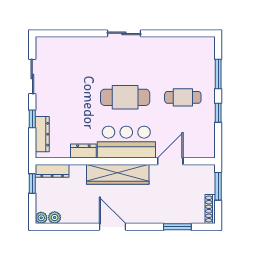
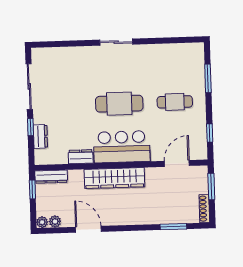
sliding door: (32, 77) -> (29, 86), width x1.37
window: (218, 113) -> (210, 133), moved
dresser: (42, 134) -> (40, 136), width x0.70
door: (170, 161) -> (177, 163), moved
door: (113, 227) -> (88, 229), moved

